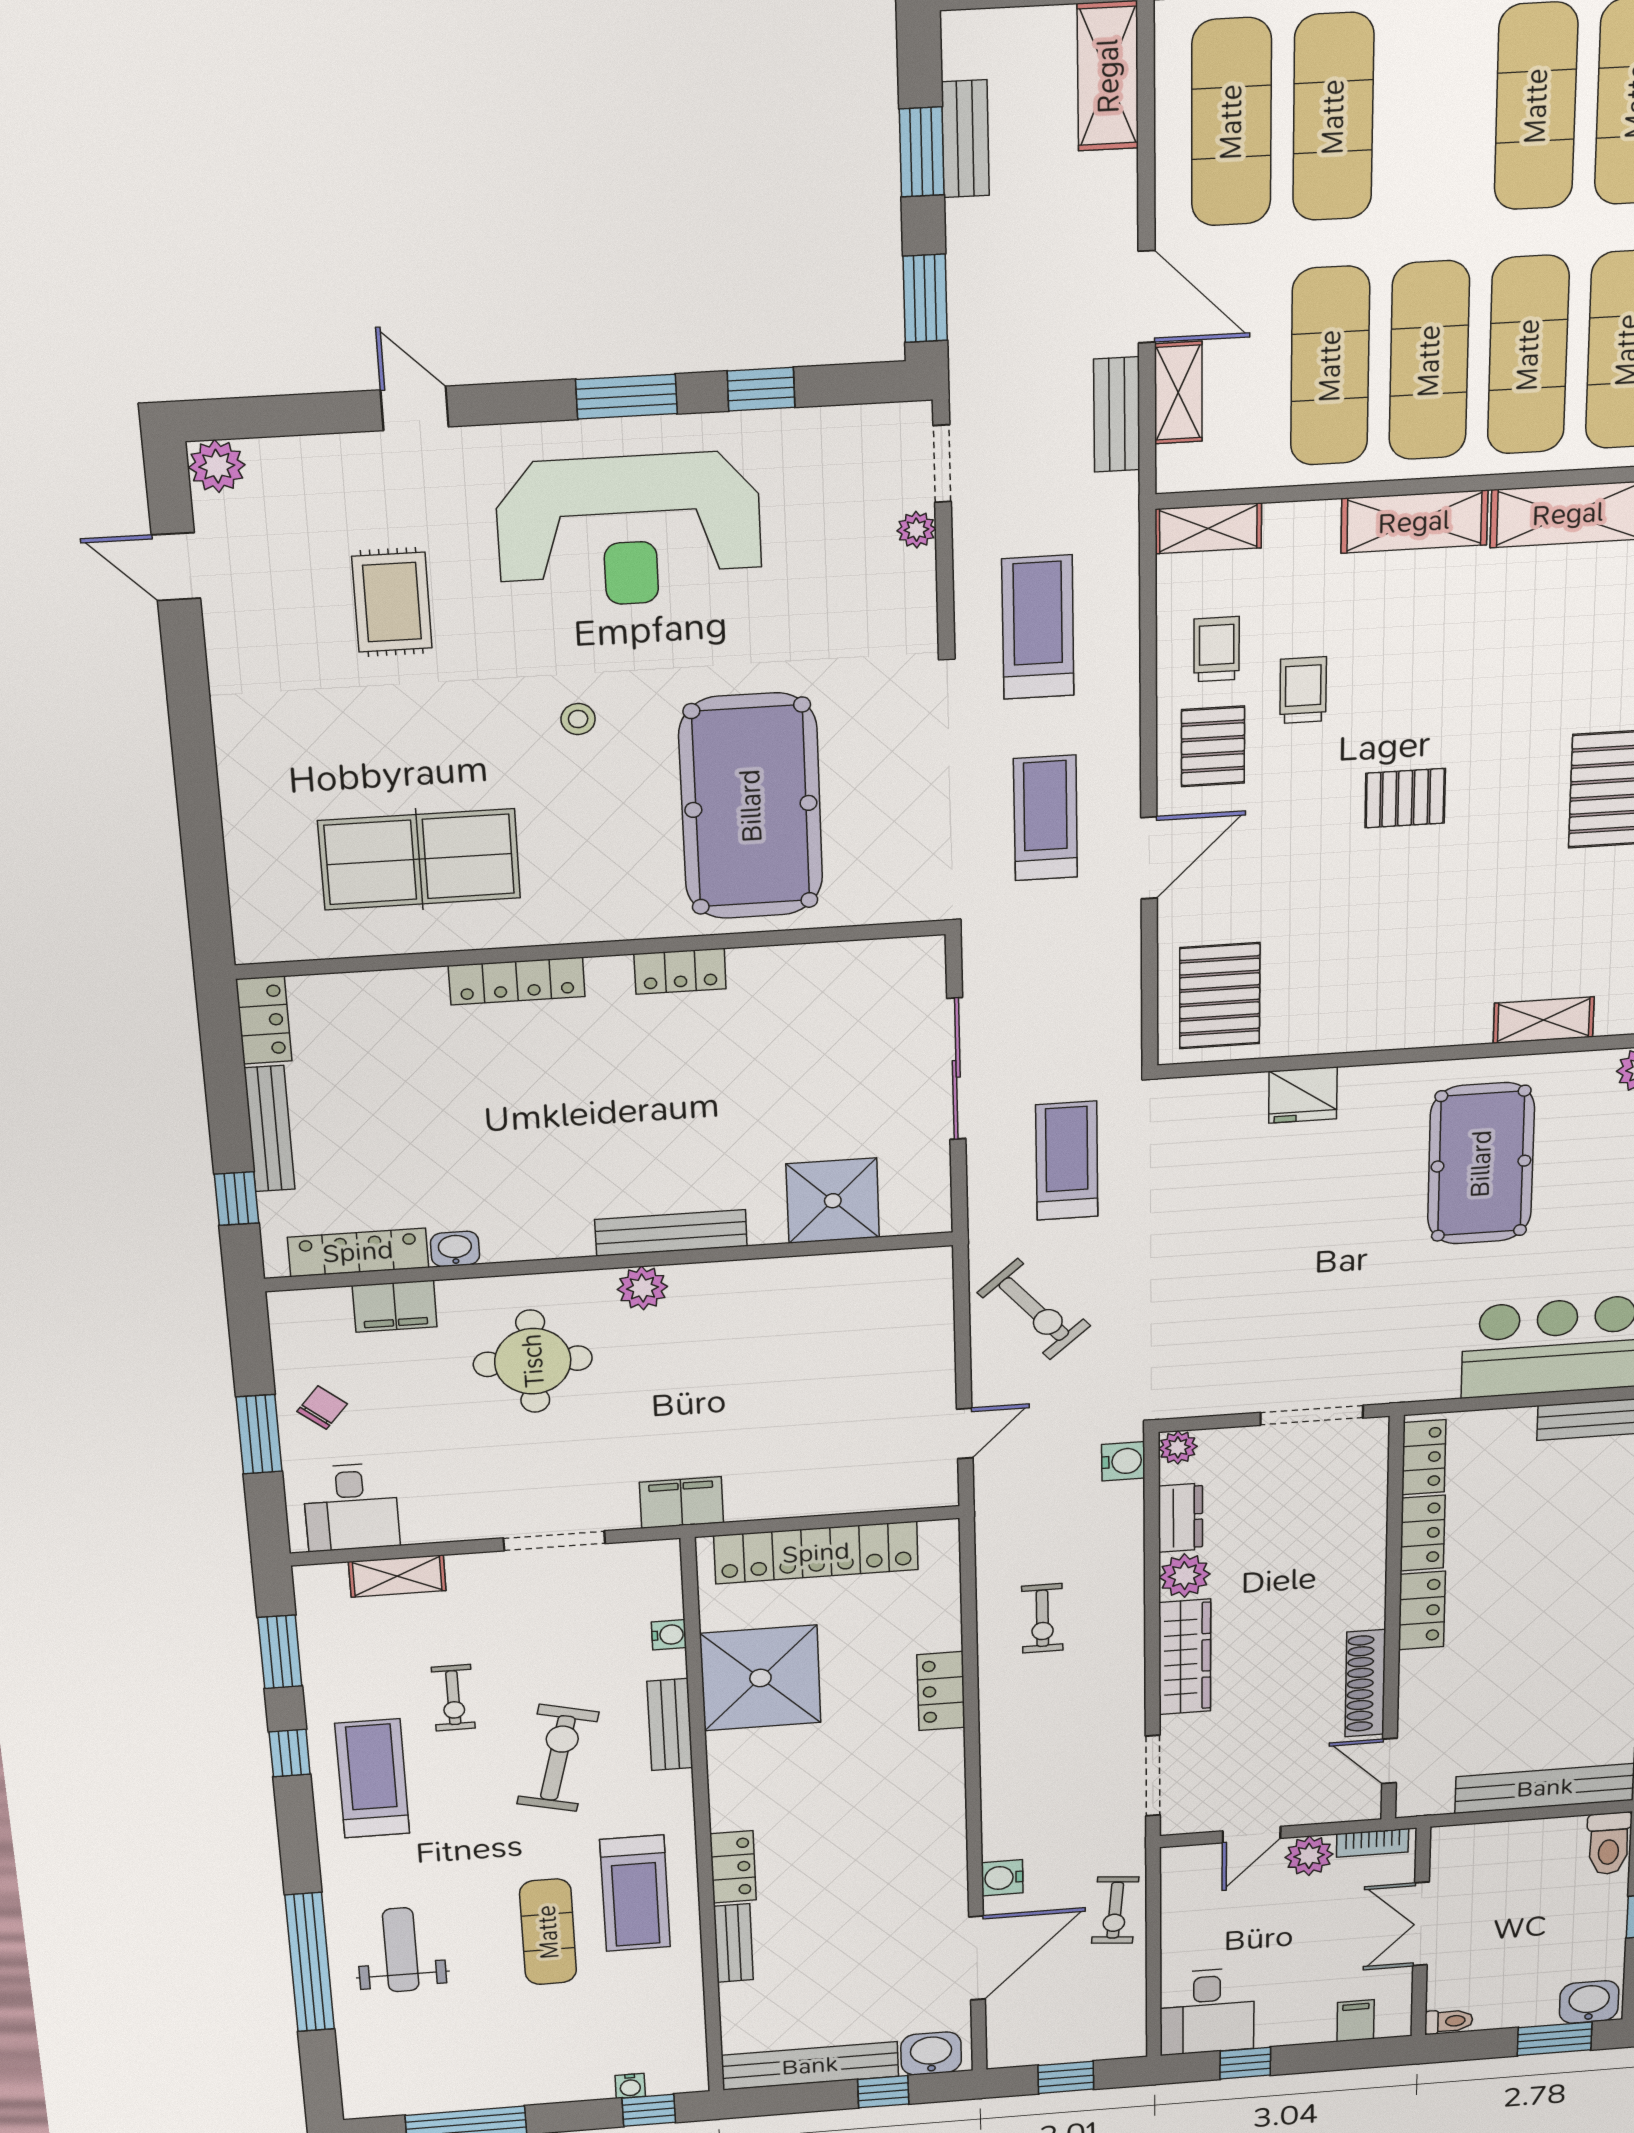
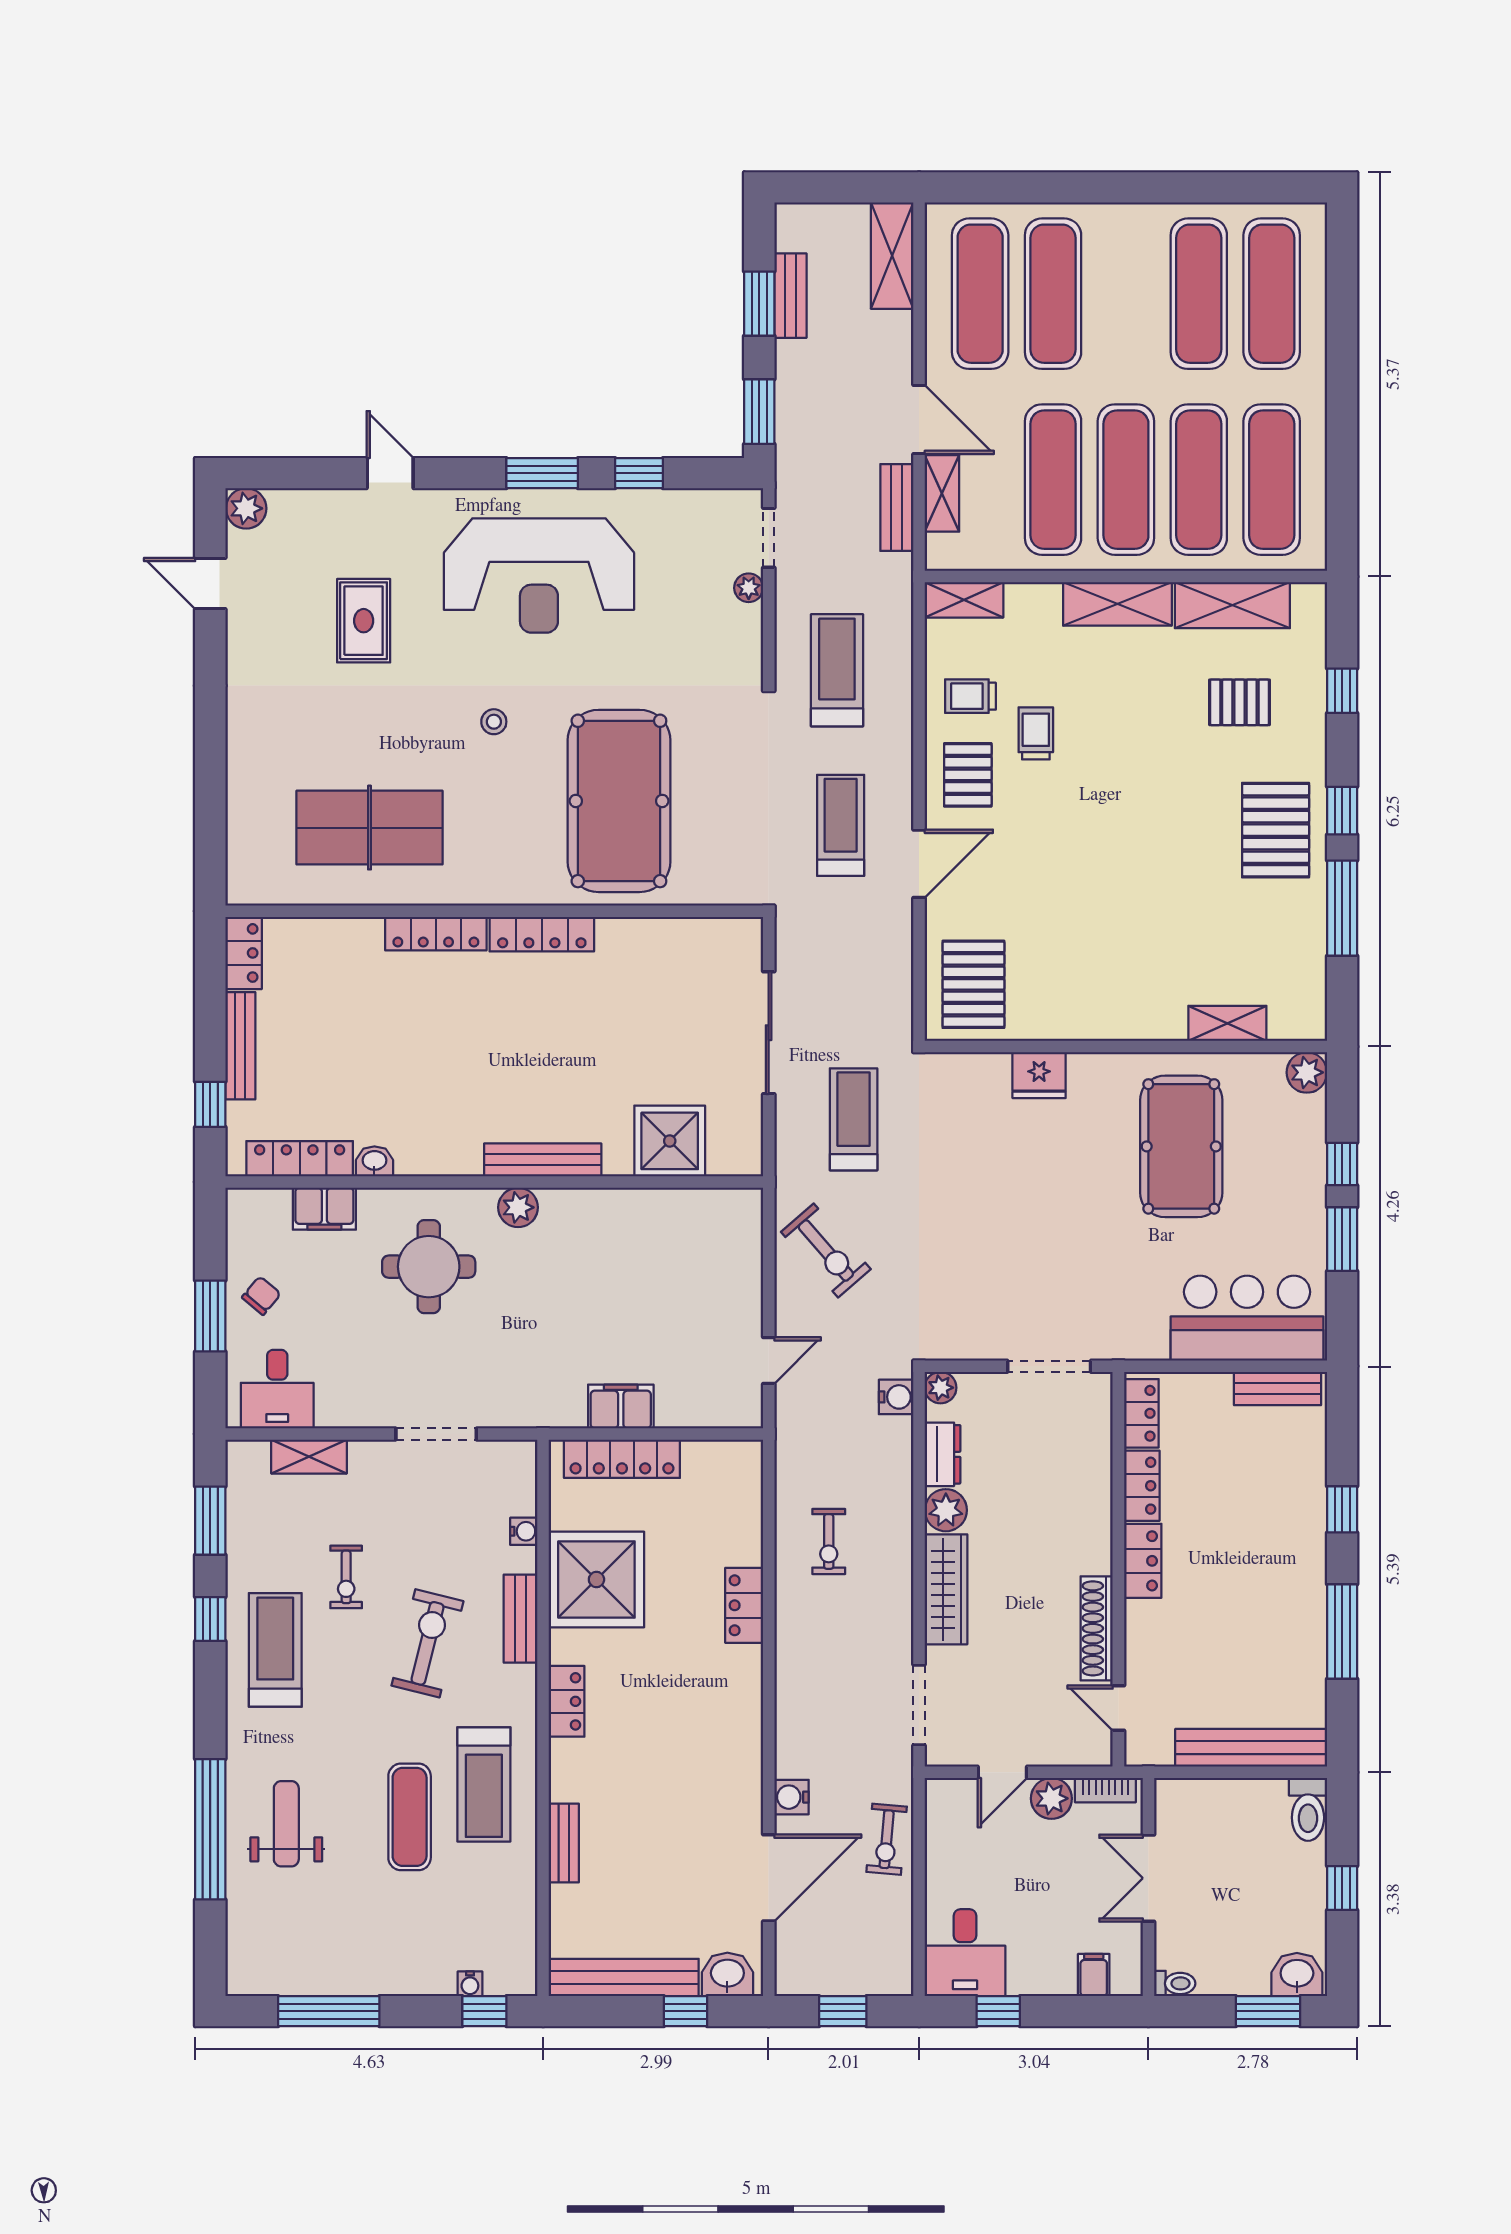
trolley: (1217, 649) -> (970, 696), turned -90
pallet: (1405, 798) -> (1239, 702), moved
locker: (680, 971) -> (542, 934), width x1.53
filing cabinet: (681, 1502) -> (621, 1406), moved
locker: (816, 1553) -> (622, 1459), width x0.71, depth x0.83
locker: (733, 1867) -> (567, 1701), moved

